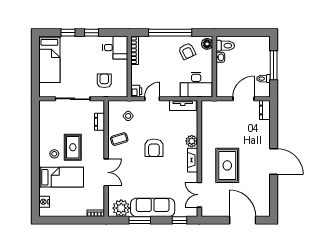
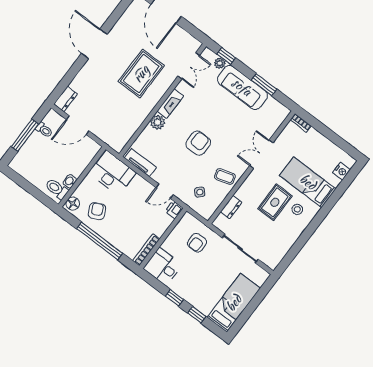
plant: (121, 208) -> (220, 63), moved, width x0.53, depth x0.53

